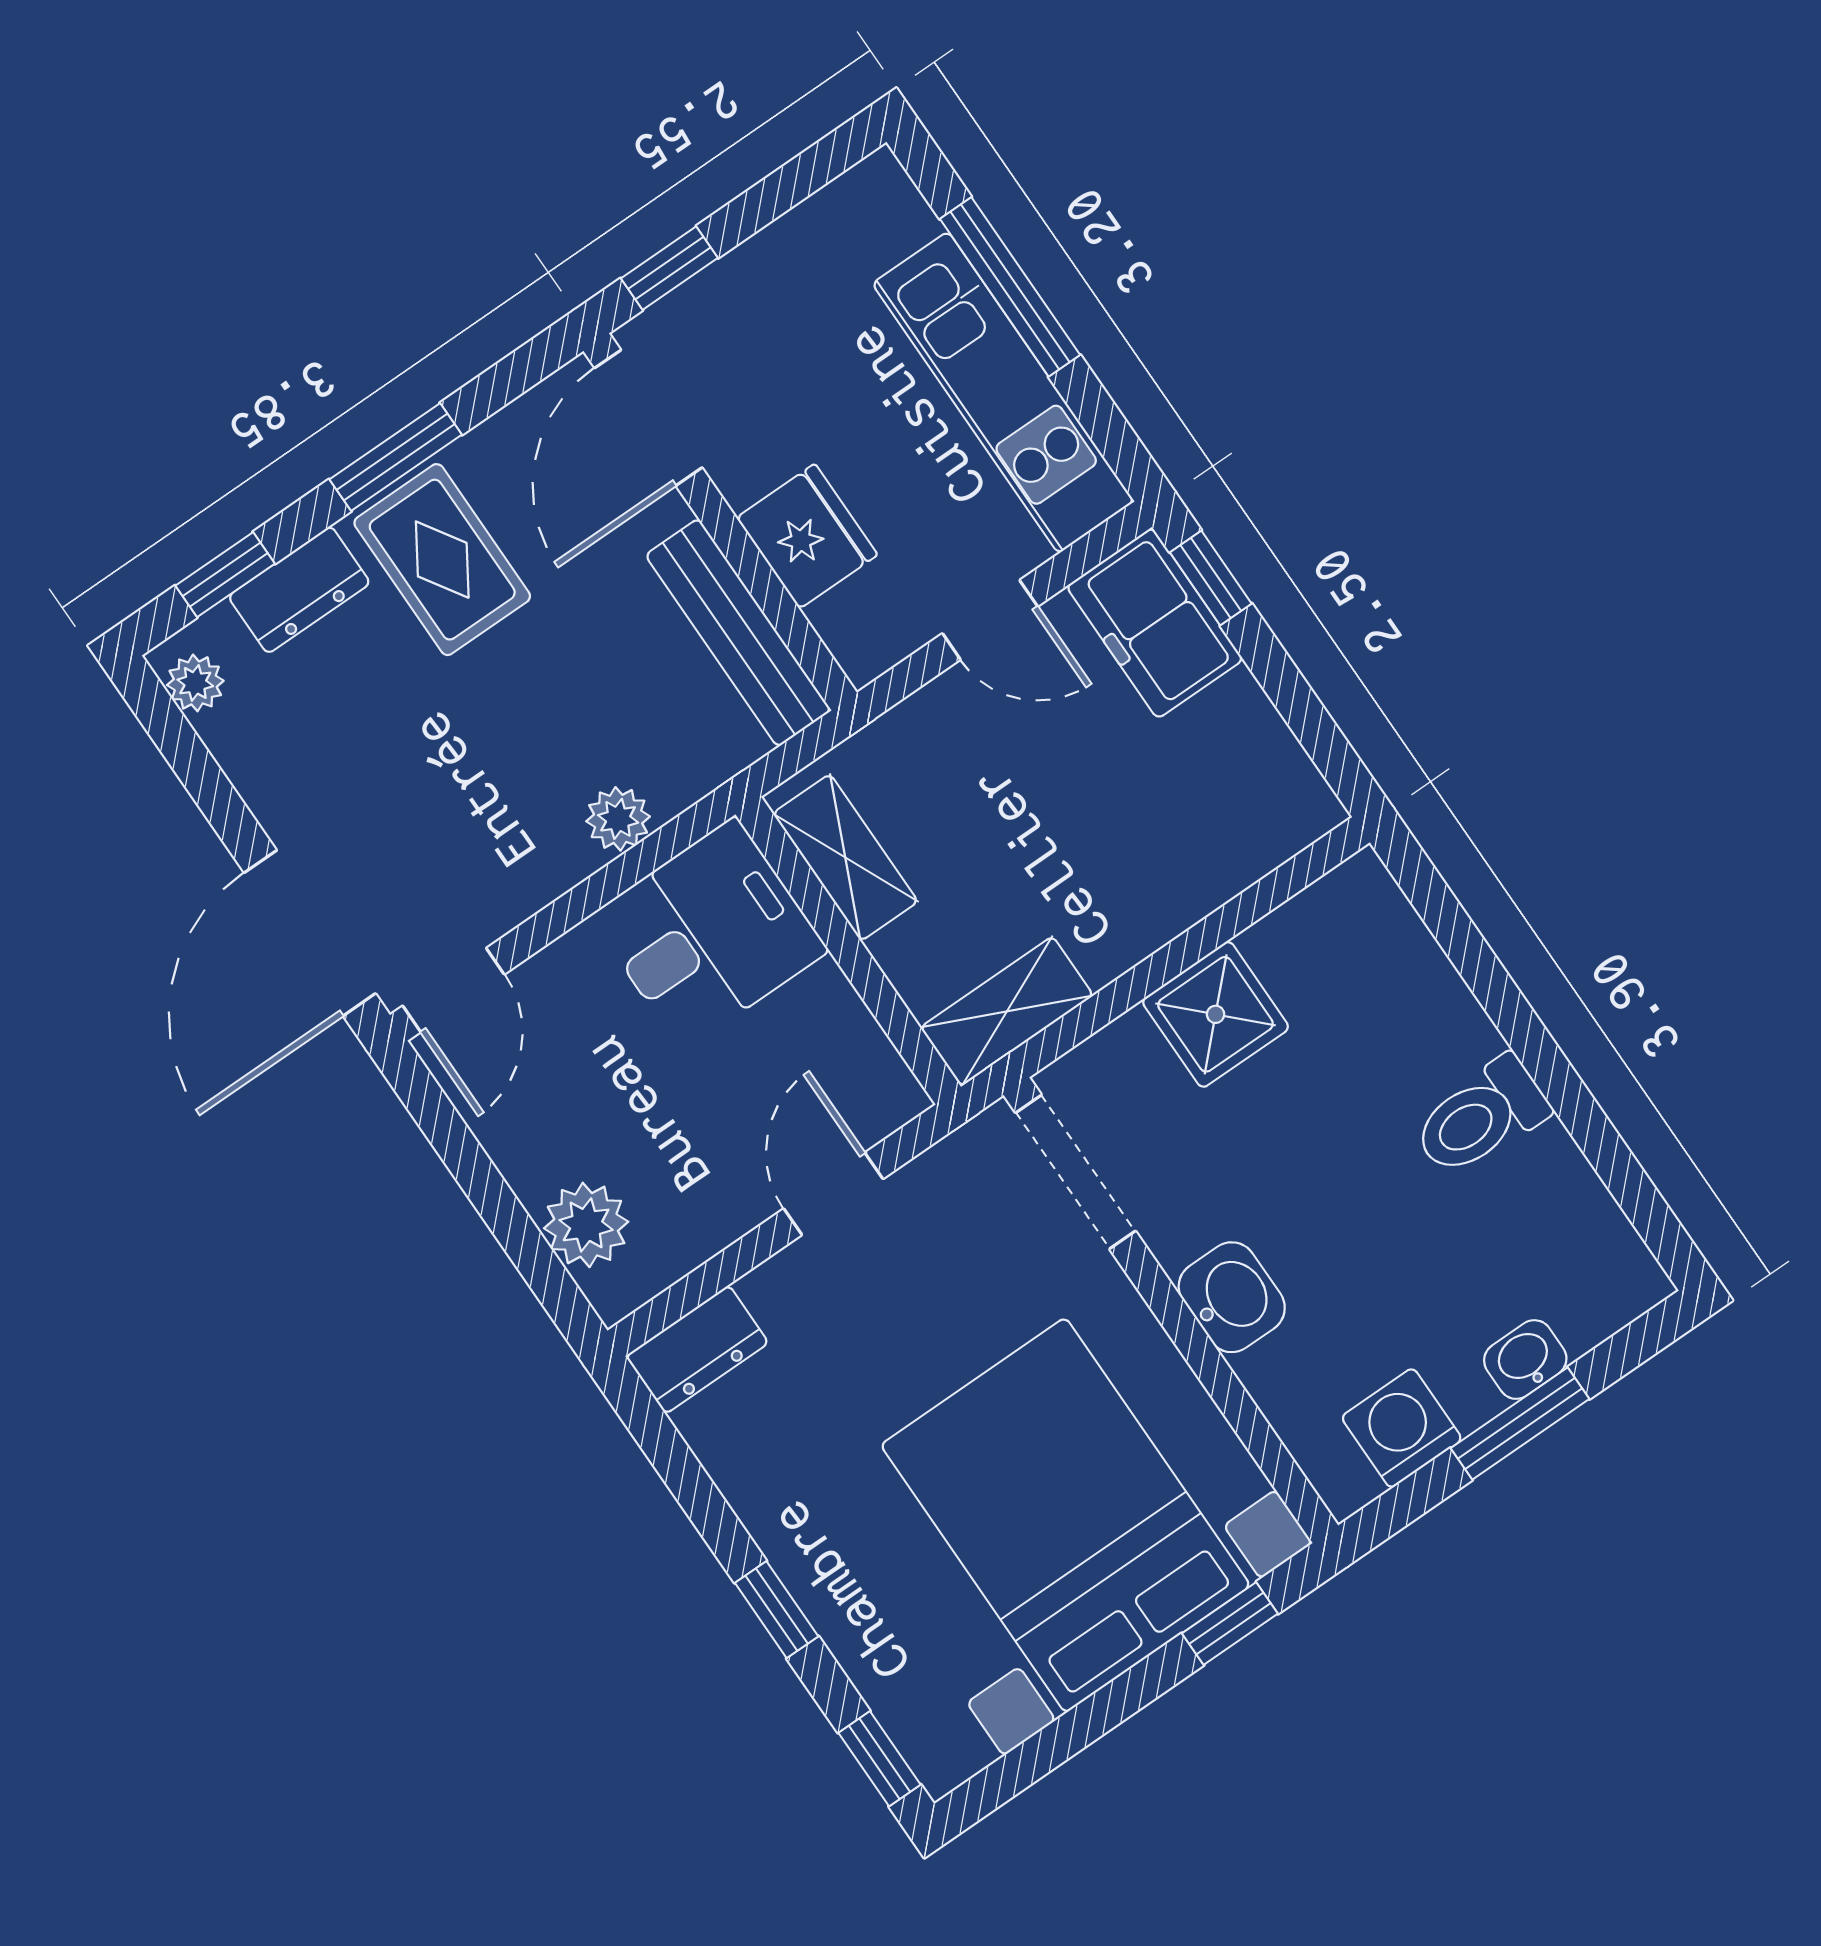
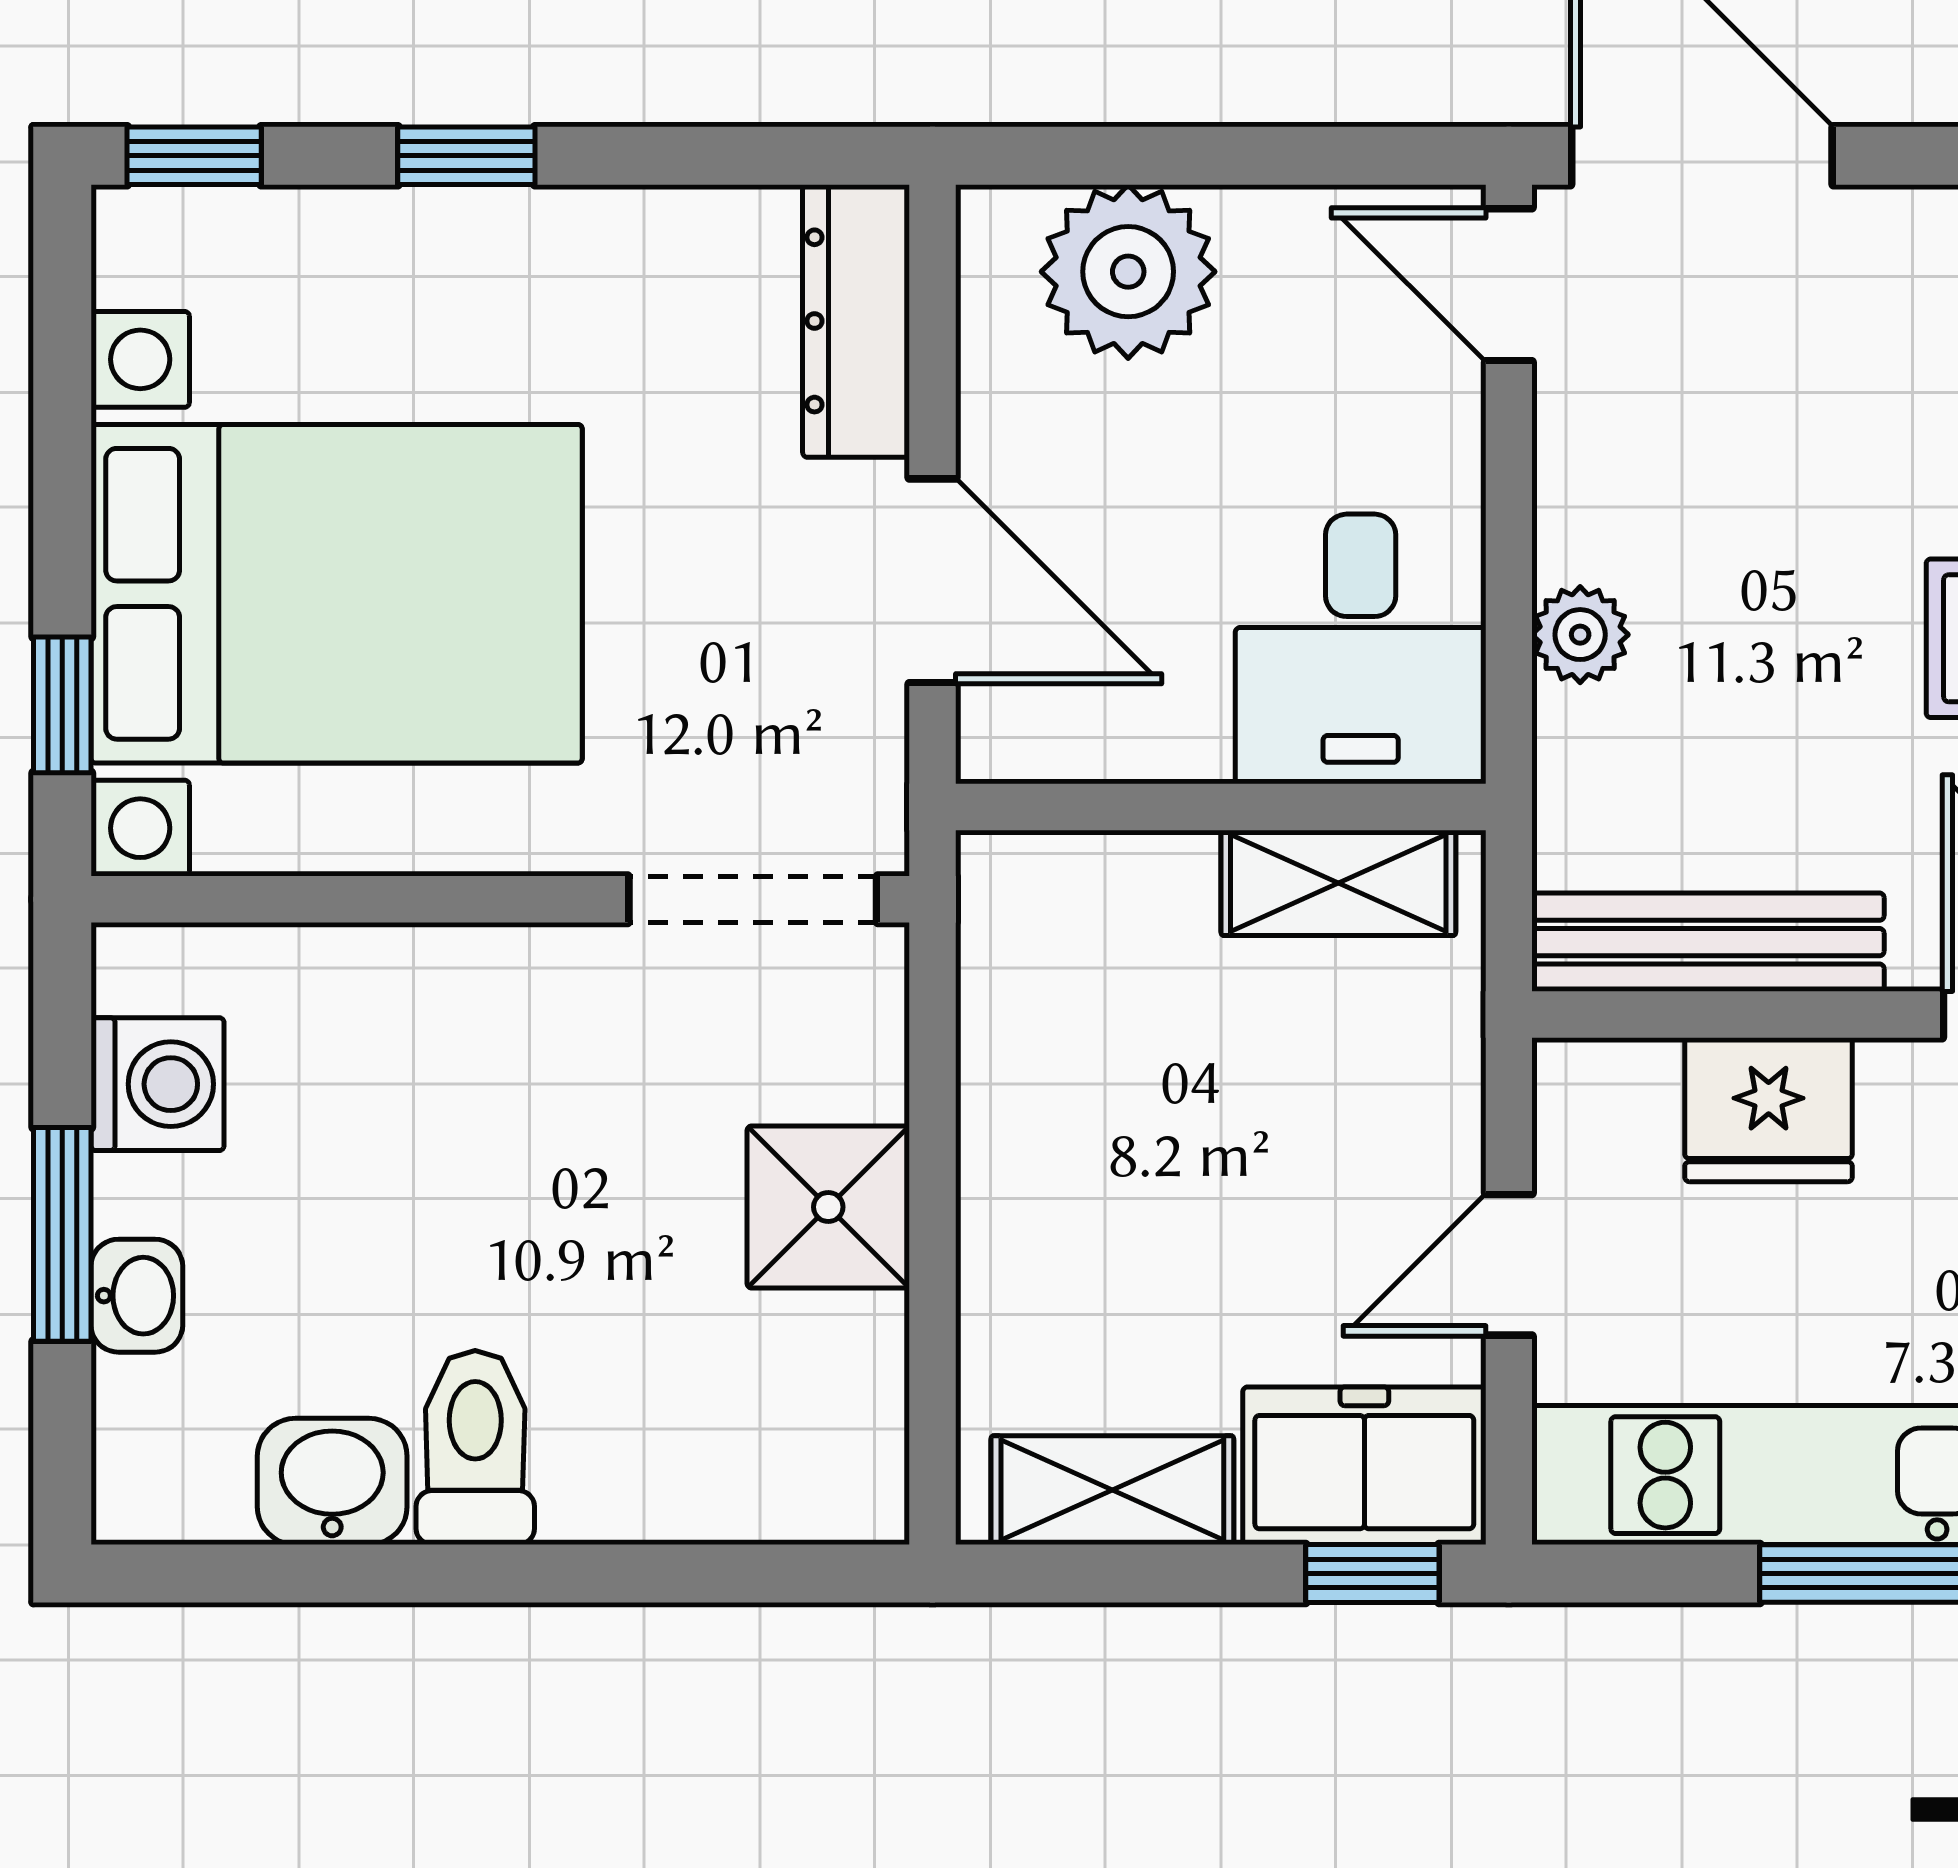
shelving: (1007, 1011) -> (1112, 1490), moved, turned 90
door: (833, 1194) -> (933, 581), width x1.38
plant: (586, 1225) -> (1128, 272), width x1.36, depth x1.36
washbasin: (1232, 1297) -> (332, 1481), moved, turned 180
dresser: (697, 1350) -> (856, 321), width x1.44

